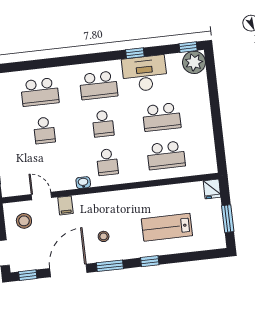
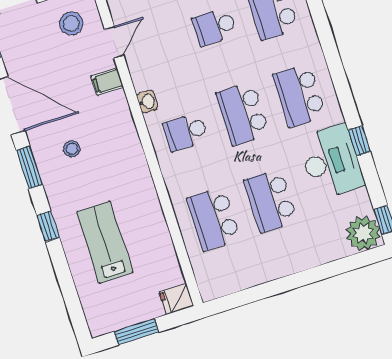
school desk: (103, 124) -> (243, 114), width x1.85

